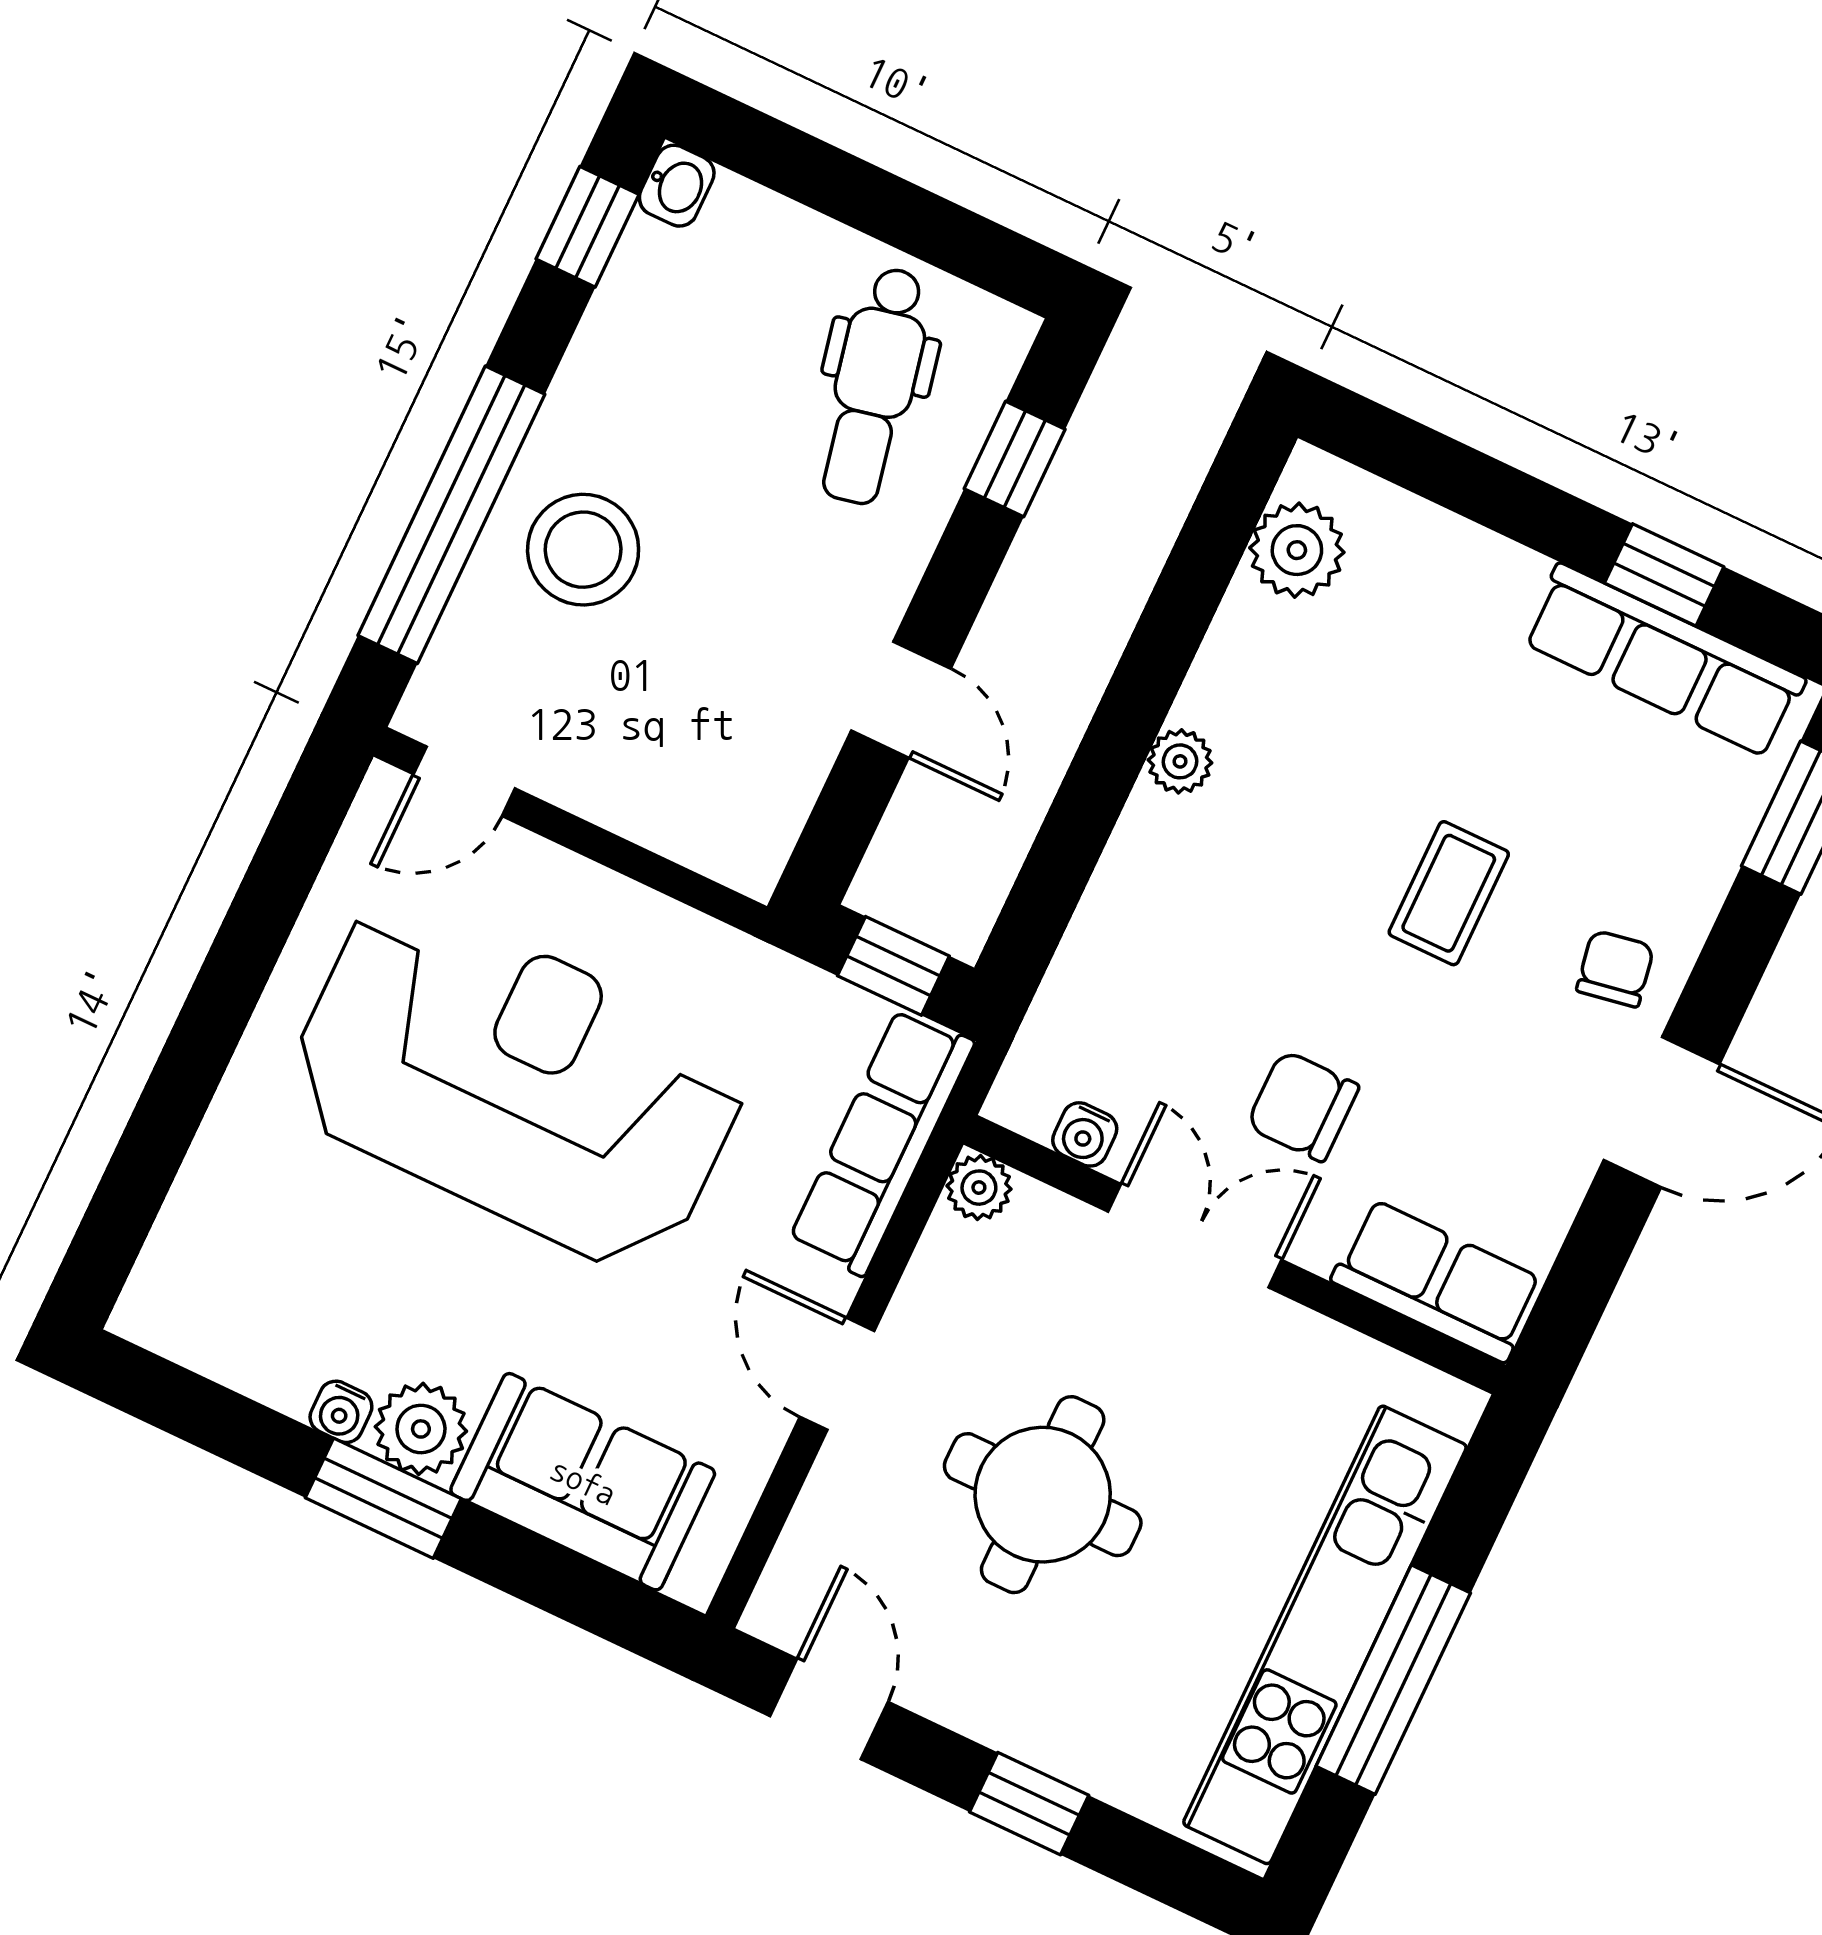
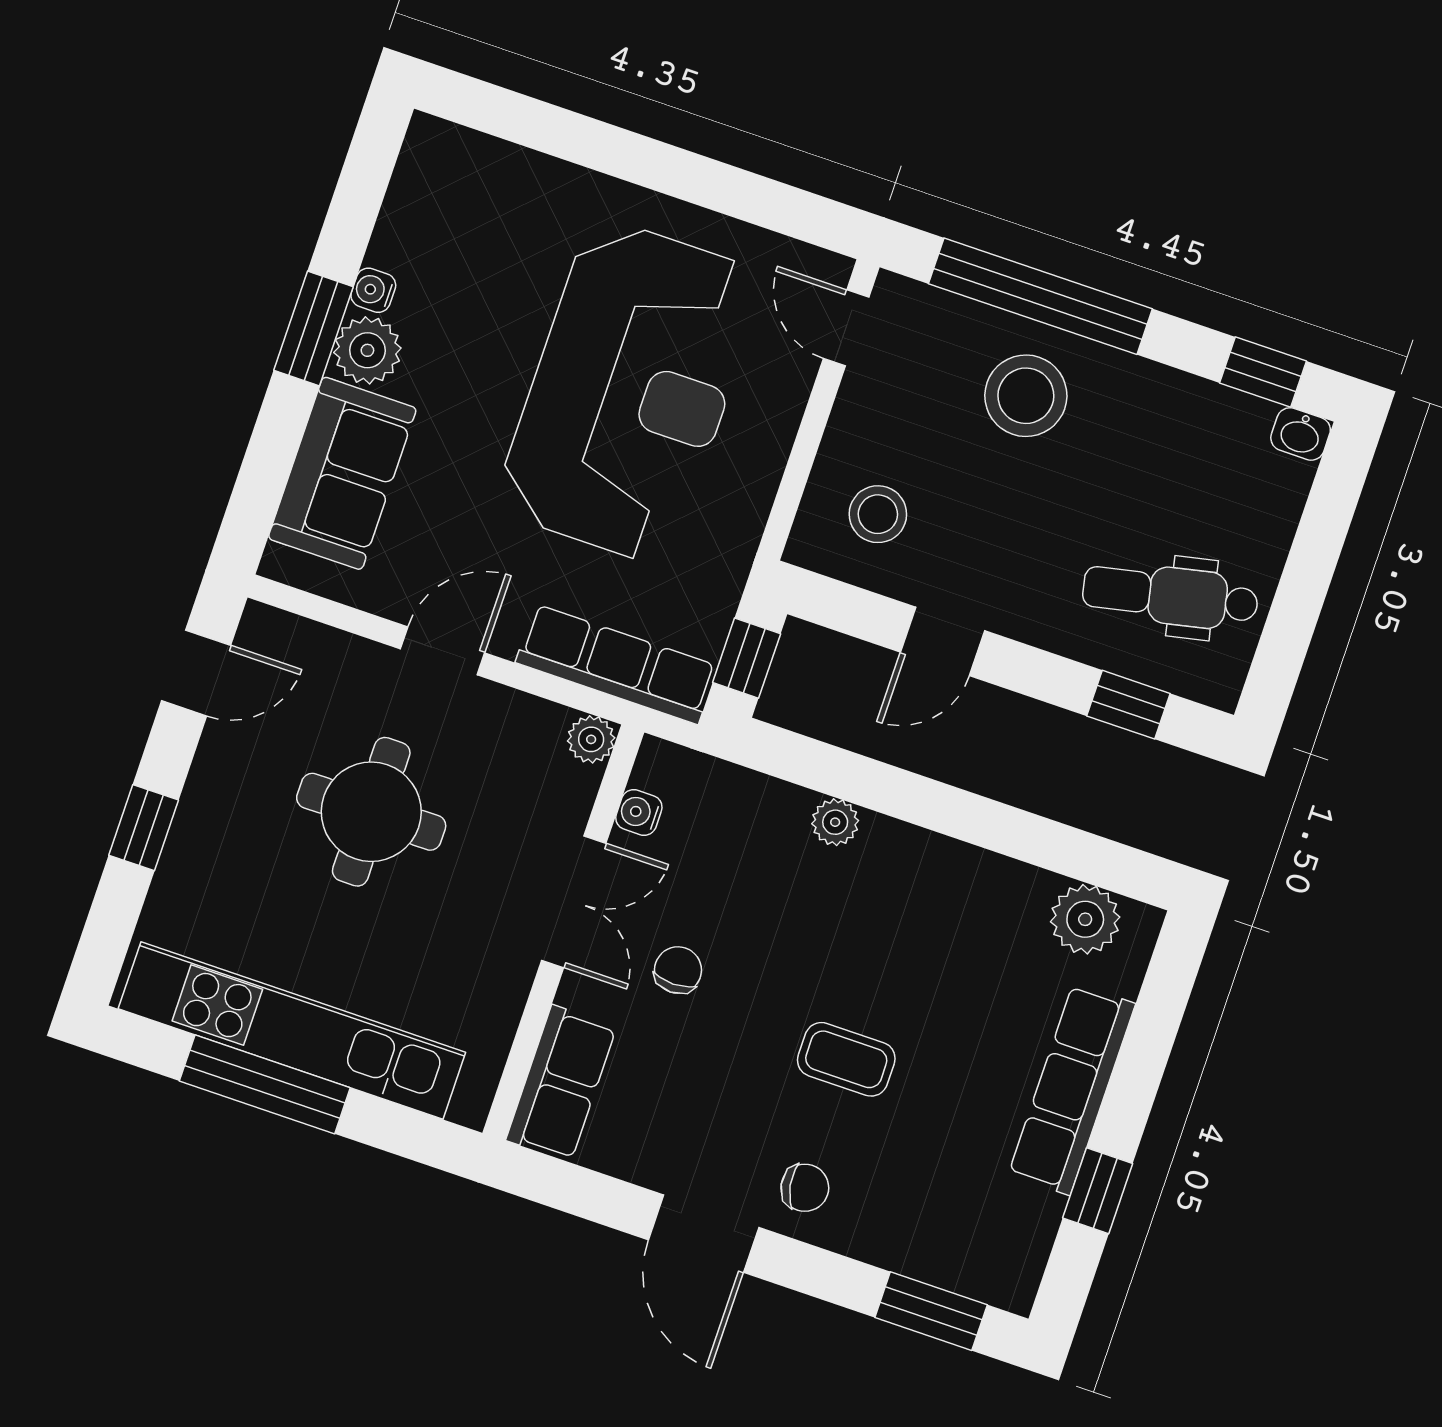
row of seats: (1664, 660) -> (1072, 1089), moved
plant: (1180, 761) -> (835, 822), moved
stool: (720, 767) -> (878, 514), added
chair: (1303, 1106) -> (678, 970), width x0.73, depth x0.73

